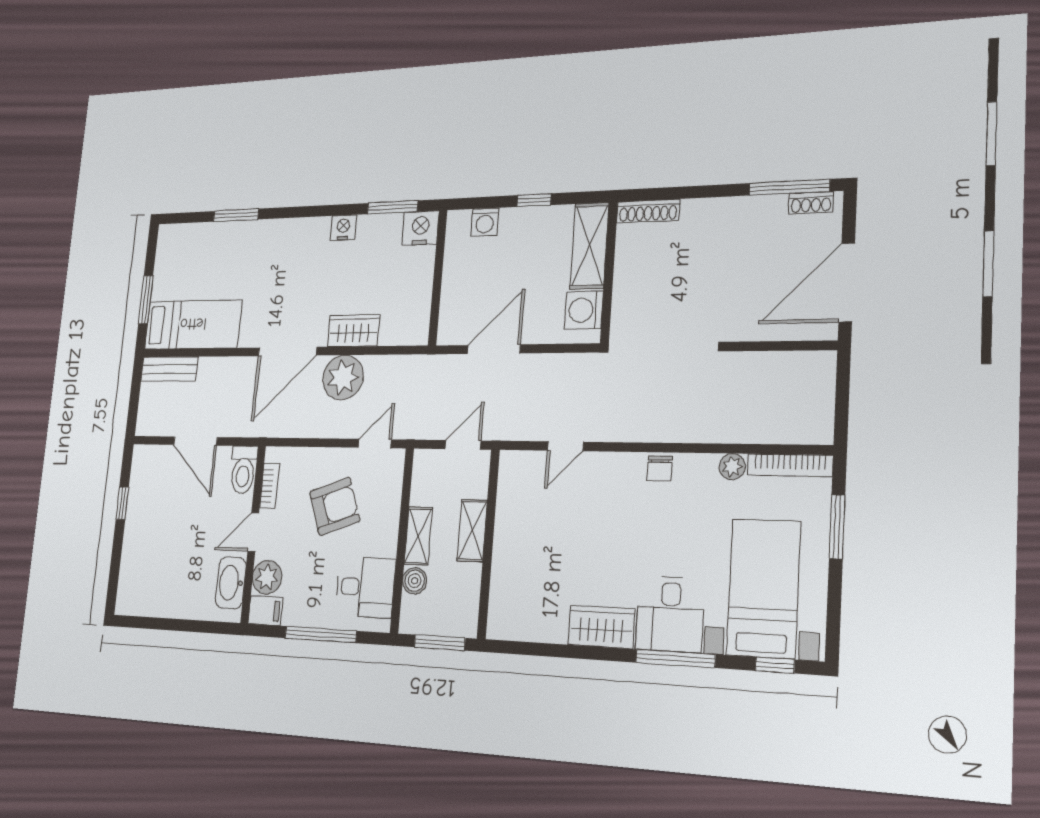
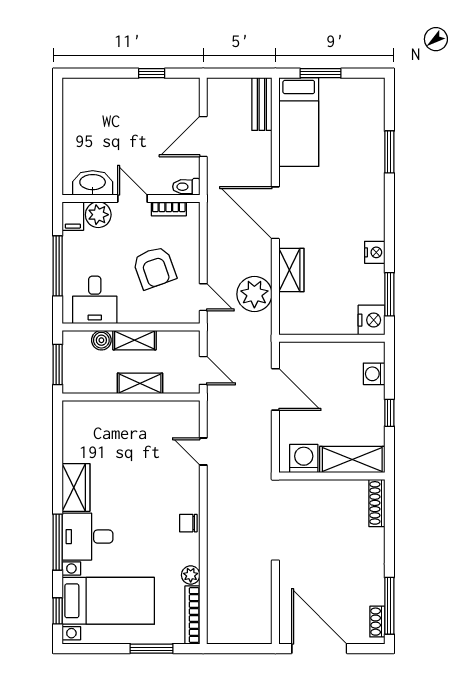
plant: (343, 377) -> (254, 294), moved
toilet: (243, 470) -> (186, 187), width x0.73, depth x0.72

